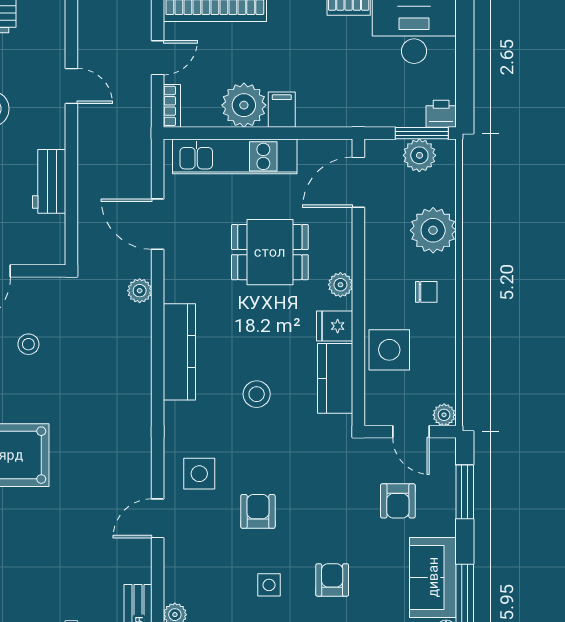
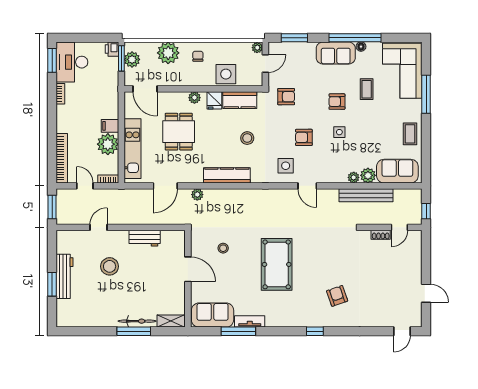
armchair: (398, 501) -> (286, 97), moved

